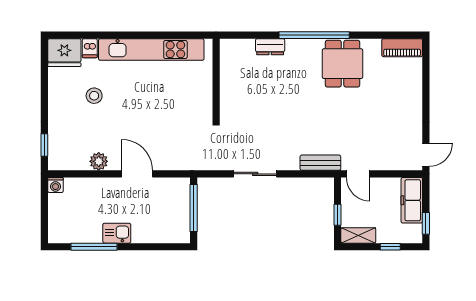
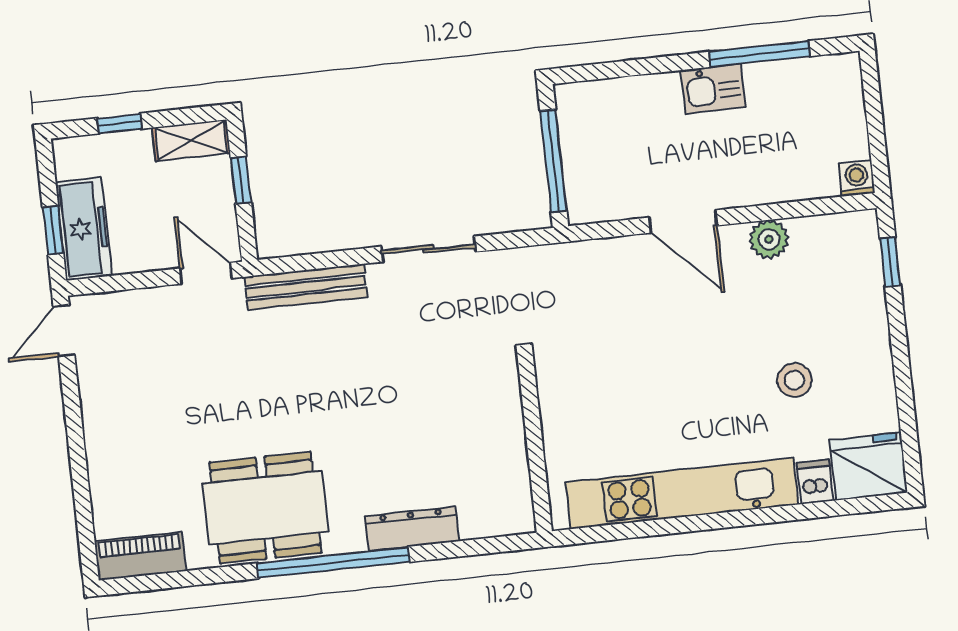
dresser: (270, 47) -> (412, 529), width x1.44
dining table: (343, 64) -> (265, 508), width x1.38
bench: (320, 163) -> (306, 287), width x1.36
window: (426, 223) -> (53, 230), moved

